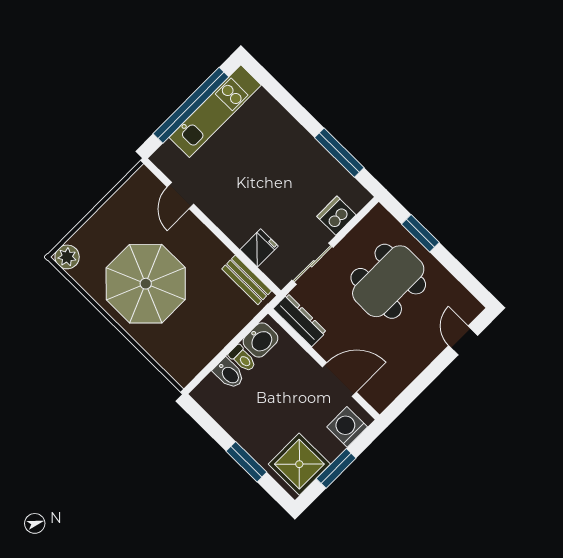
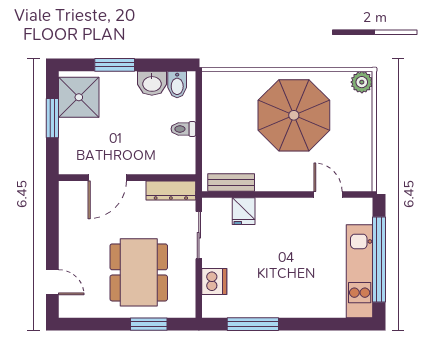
washbasin: (260, 340) -> (152, 83), moved, turned -90
bidet: (229, 374) -> (177, 85), moved, turned -90
washing machine: (347, 427) -> (72, 152), removed

